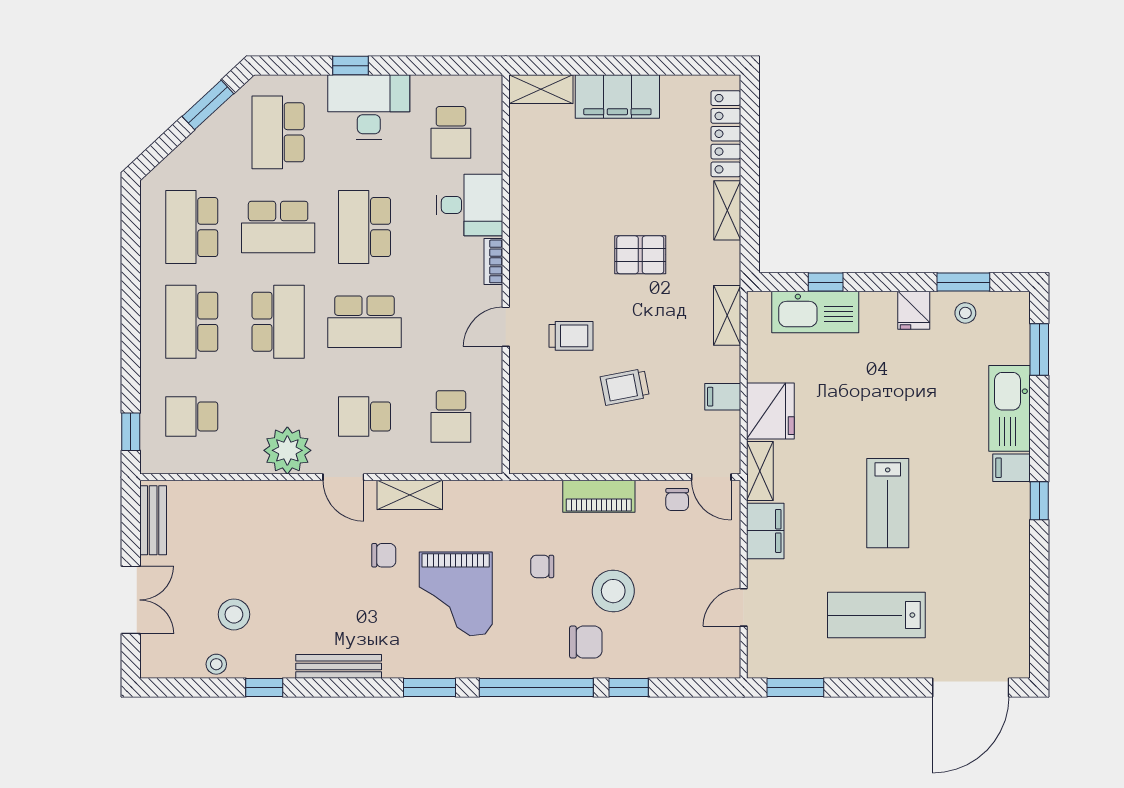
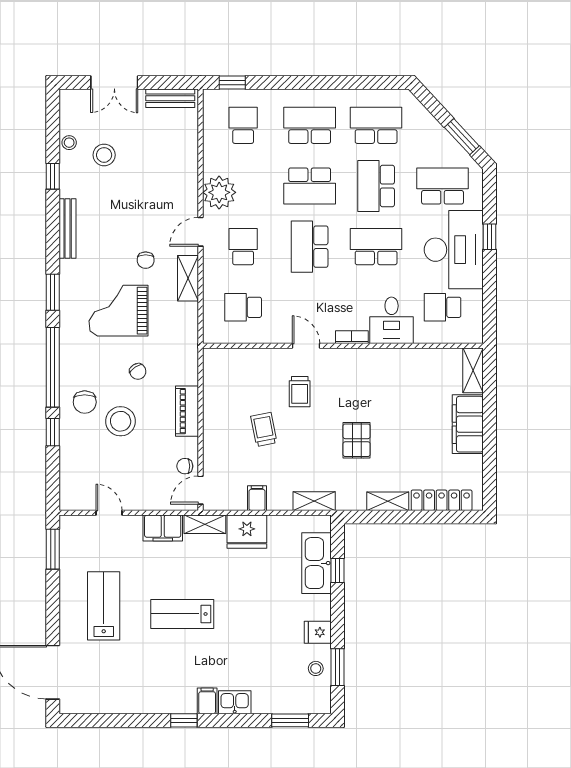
desk: (369, 107) -> (454, 250), width x1.36, depth x1.30
kitchen sink: (1010, 408) -> (235, 702), width x0.53, depth x0.81
chair: (542, 566) -> (138, 371), turned 147

